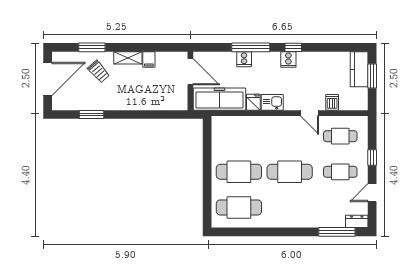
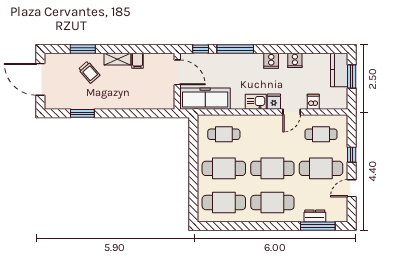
window: (293, 47) -> (201, 49), moved
cooker: (244, 59) -> (295, 60), moved
door: (48, 79) -> (40, 79), swing flipped
fridge: (253, 102) -> (274, 102), moved
door: (310, 113) -> (292, 112), hinge flipped
cafe table: (239, 136) -> (224, 134), added
cafe table: (340, 172) -> (321, 168), width x1.37, depth x1.35
cafe table: (290, 207) -> (272, 203), added
dresser: (357, 221) -> (315, 216), moved

